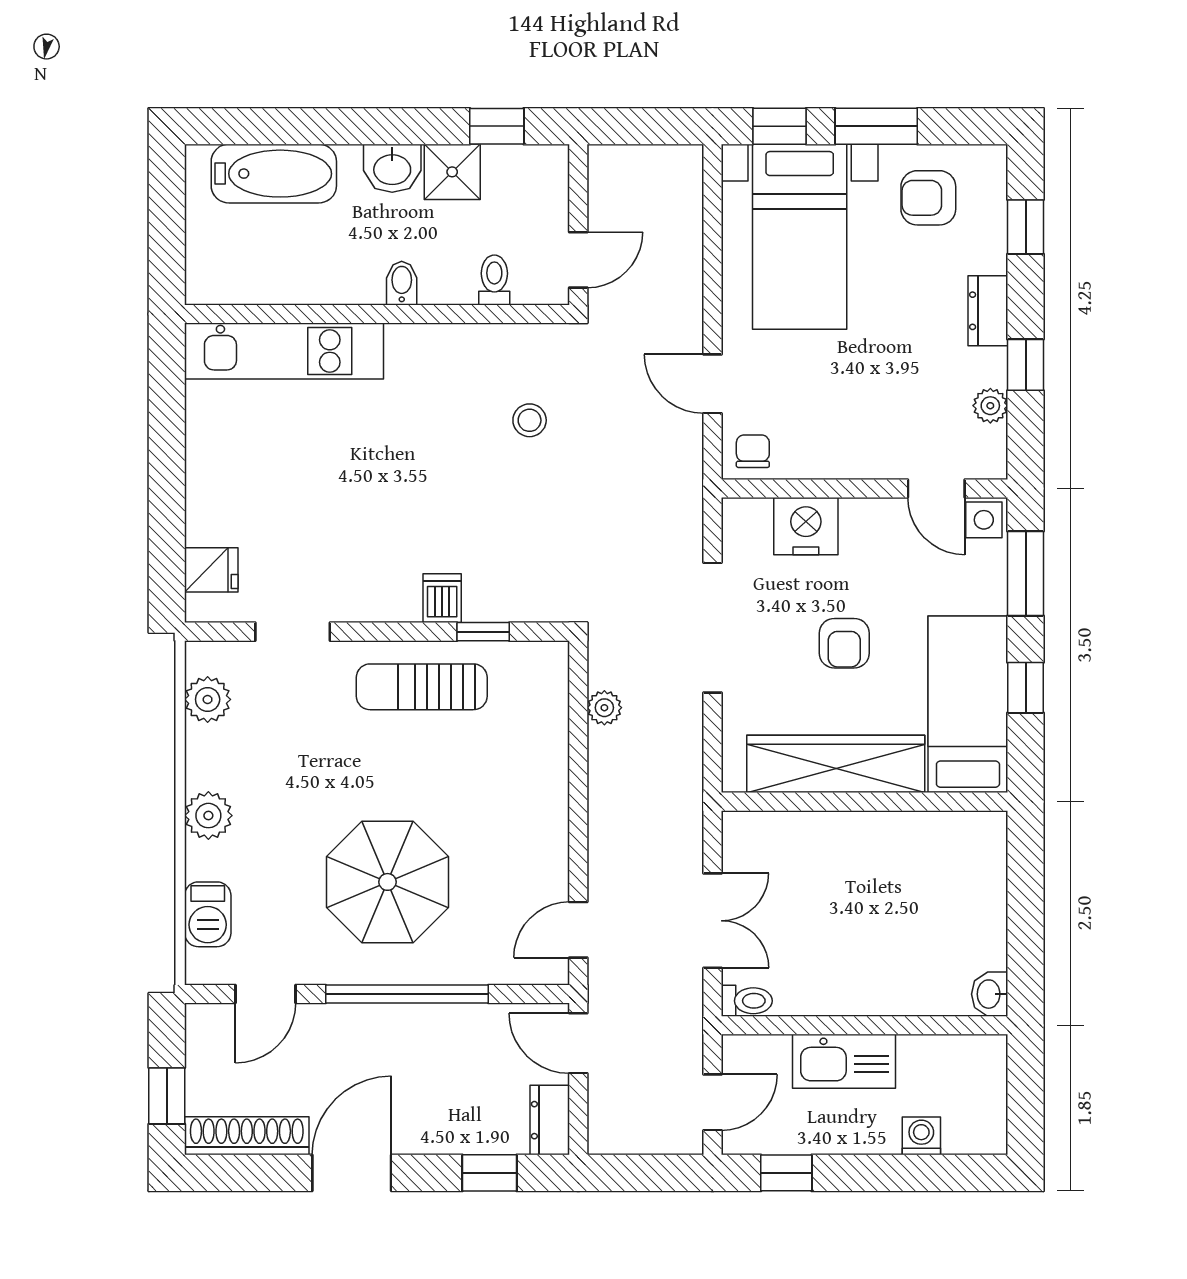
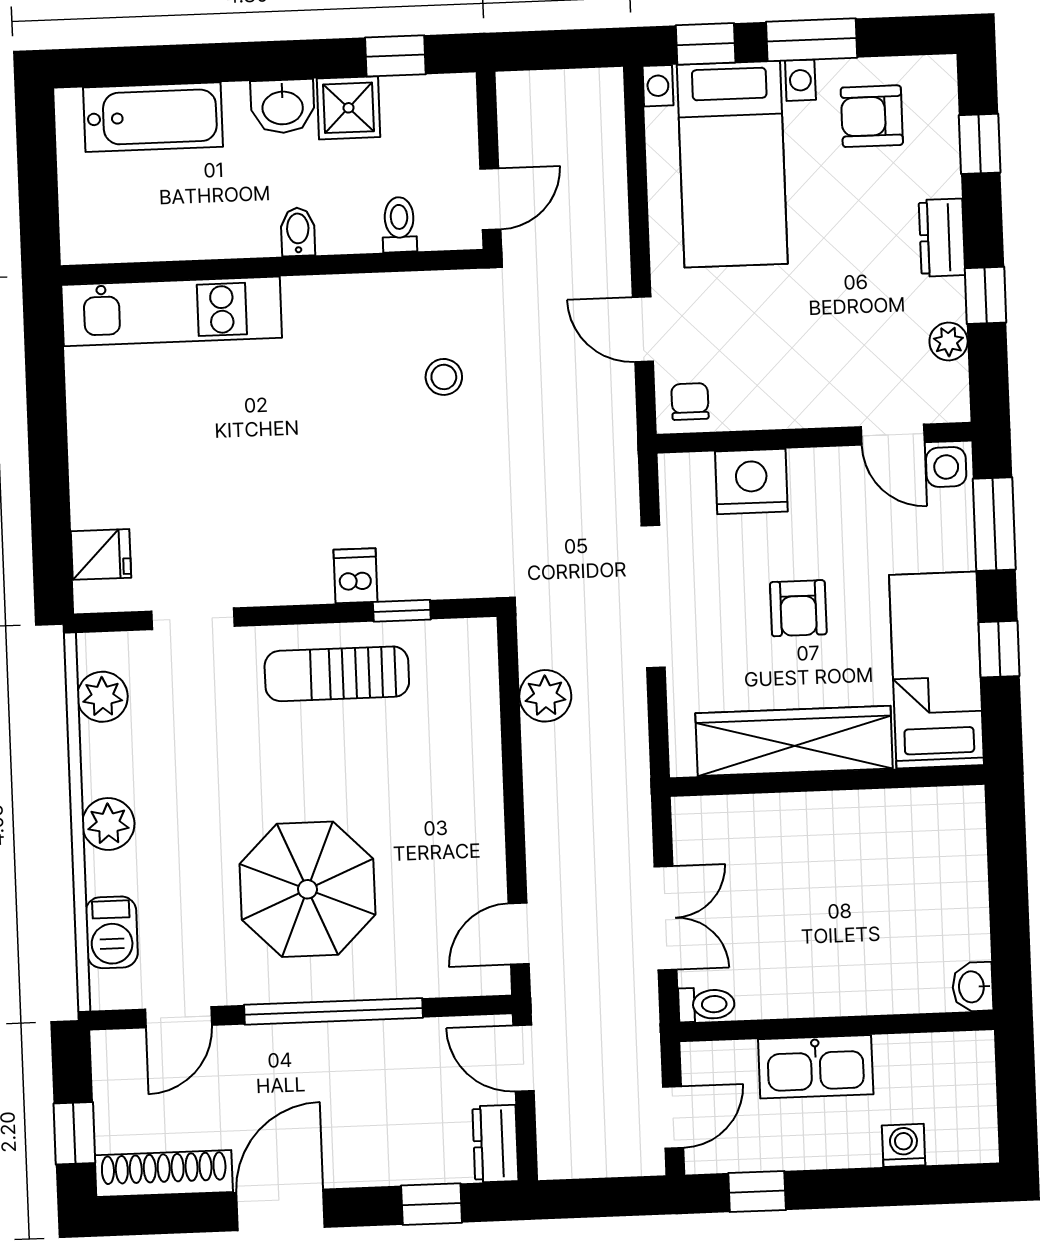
plant: (604, 708) -> (545, 696), width x1.38, depth x1.38

